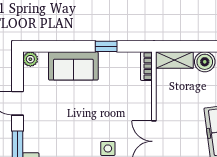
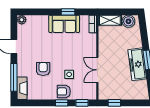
sofa: (73, 66) -> (64, 24), moved
armchair: (65, 140) -> (43, 69), added

